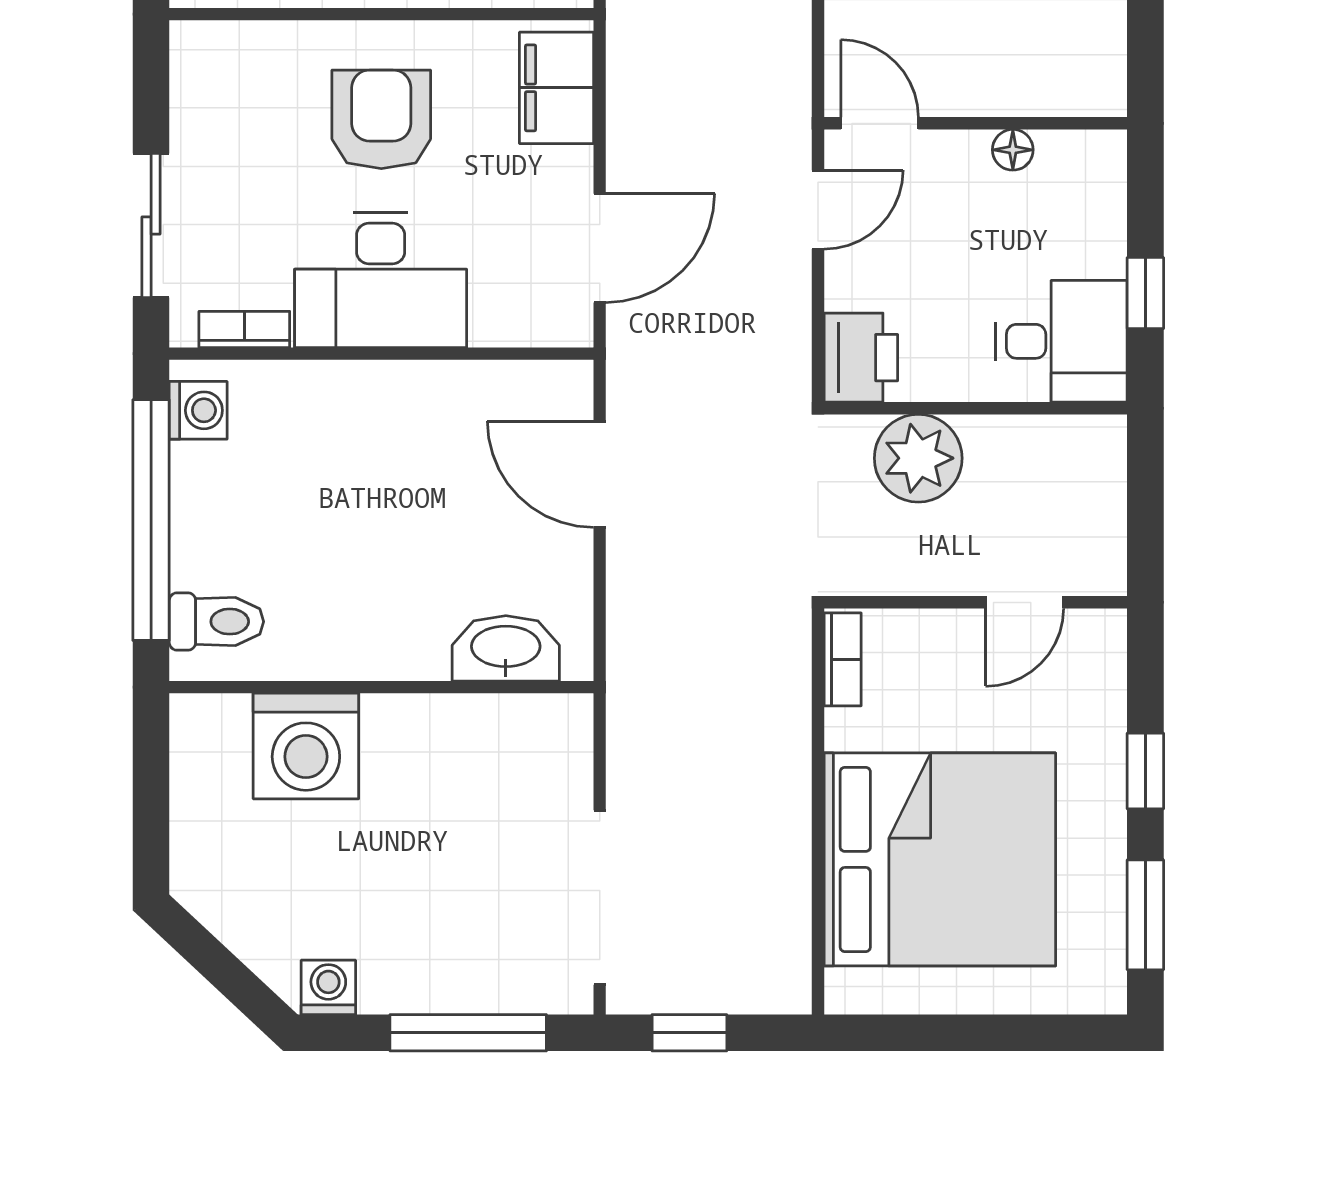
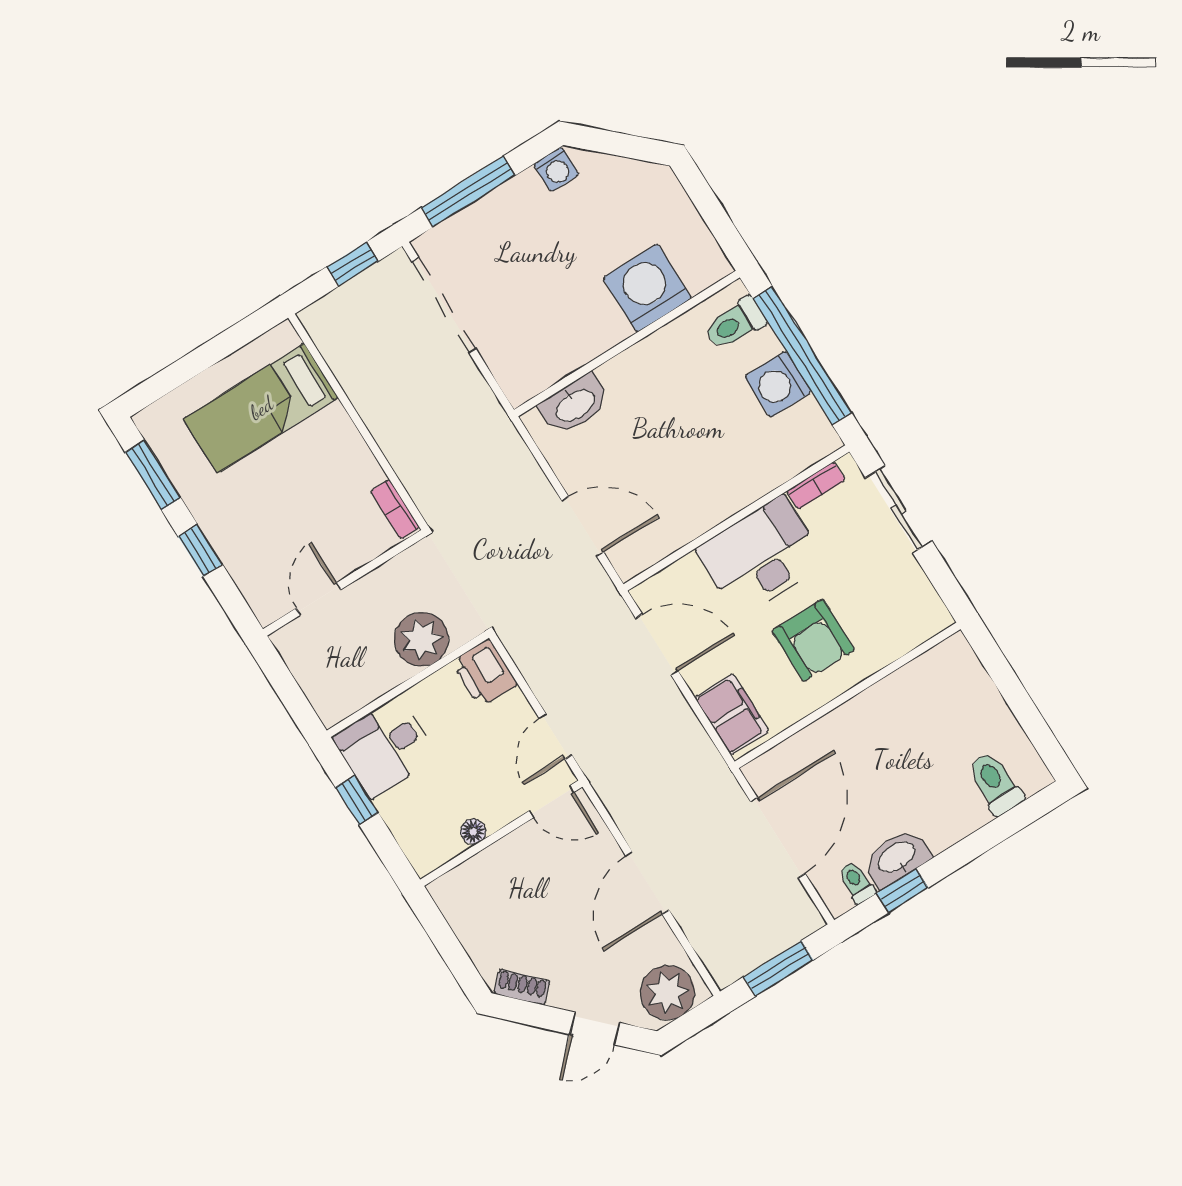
door: (600, 248) -> (657, 645), swing flipped
washing machine: (198, 410) -> (778, 384), moved, width x1.38, depth x1.38
bed: (940, 859) -> (261, 408), width x0.49

